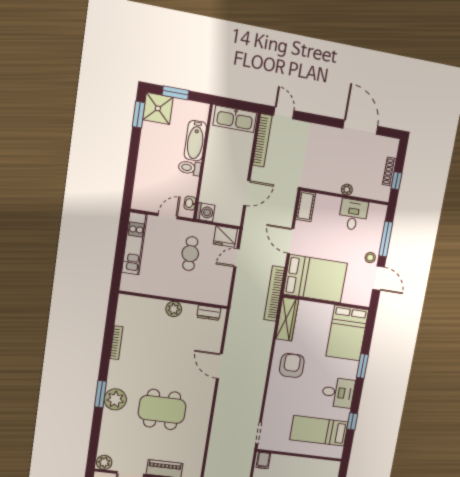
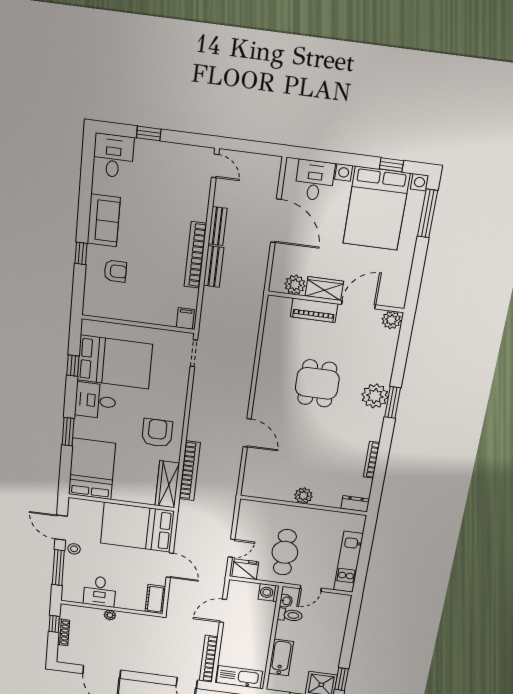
toilet: (190, 168) -> (290, 615), moved
cafe table: (190, 254) -> (285, 552), width x1.37, depth x1.35
bookcase: (274, 294) -> (190, 471), moved
dresser: (209, 313) -> (355, 504), moved
armchair: (292, 365) -> (157, 433), turned 180
dining table: (162, 409) -> (317, 383), width x0.73
bed: (319, 431) -> (115, 362), width x1.50

